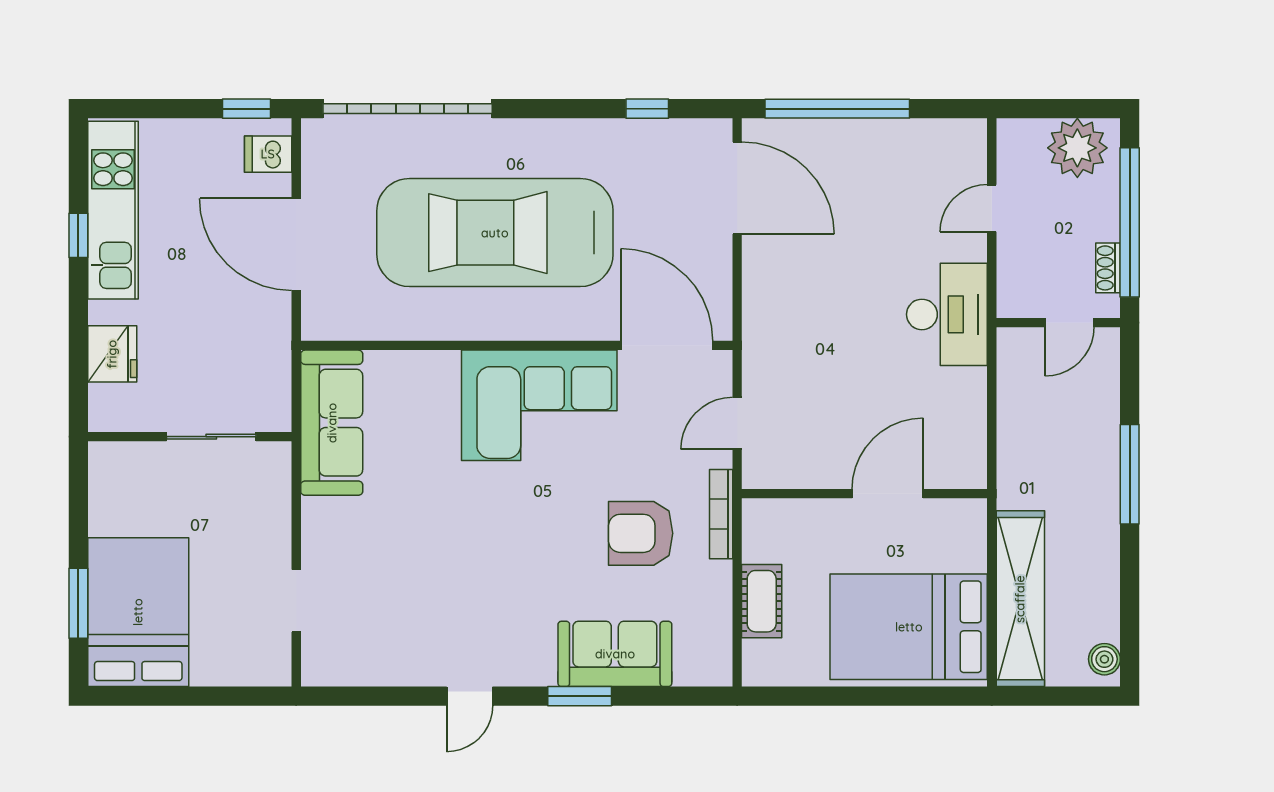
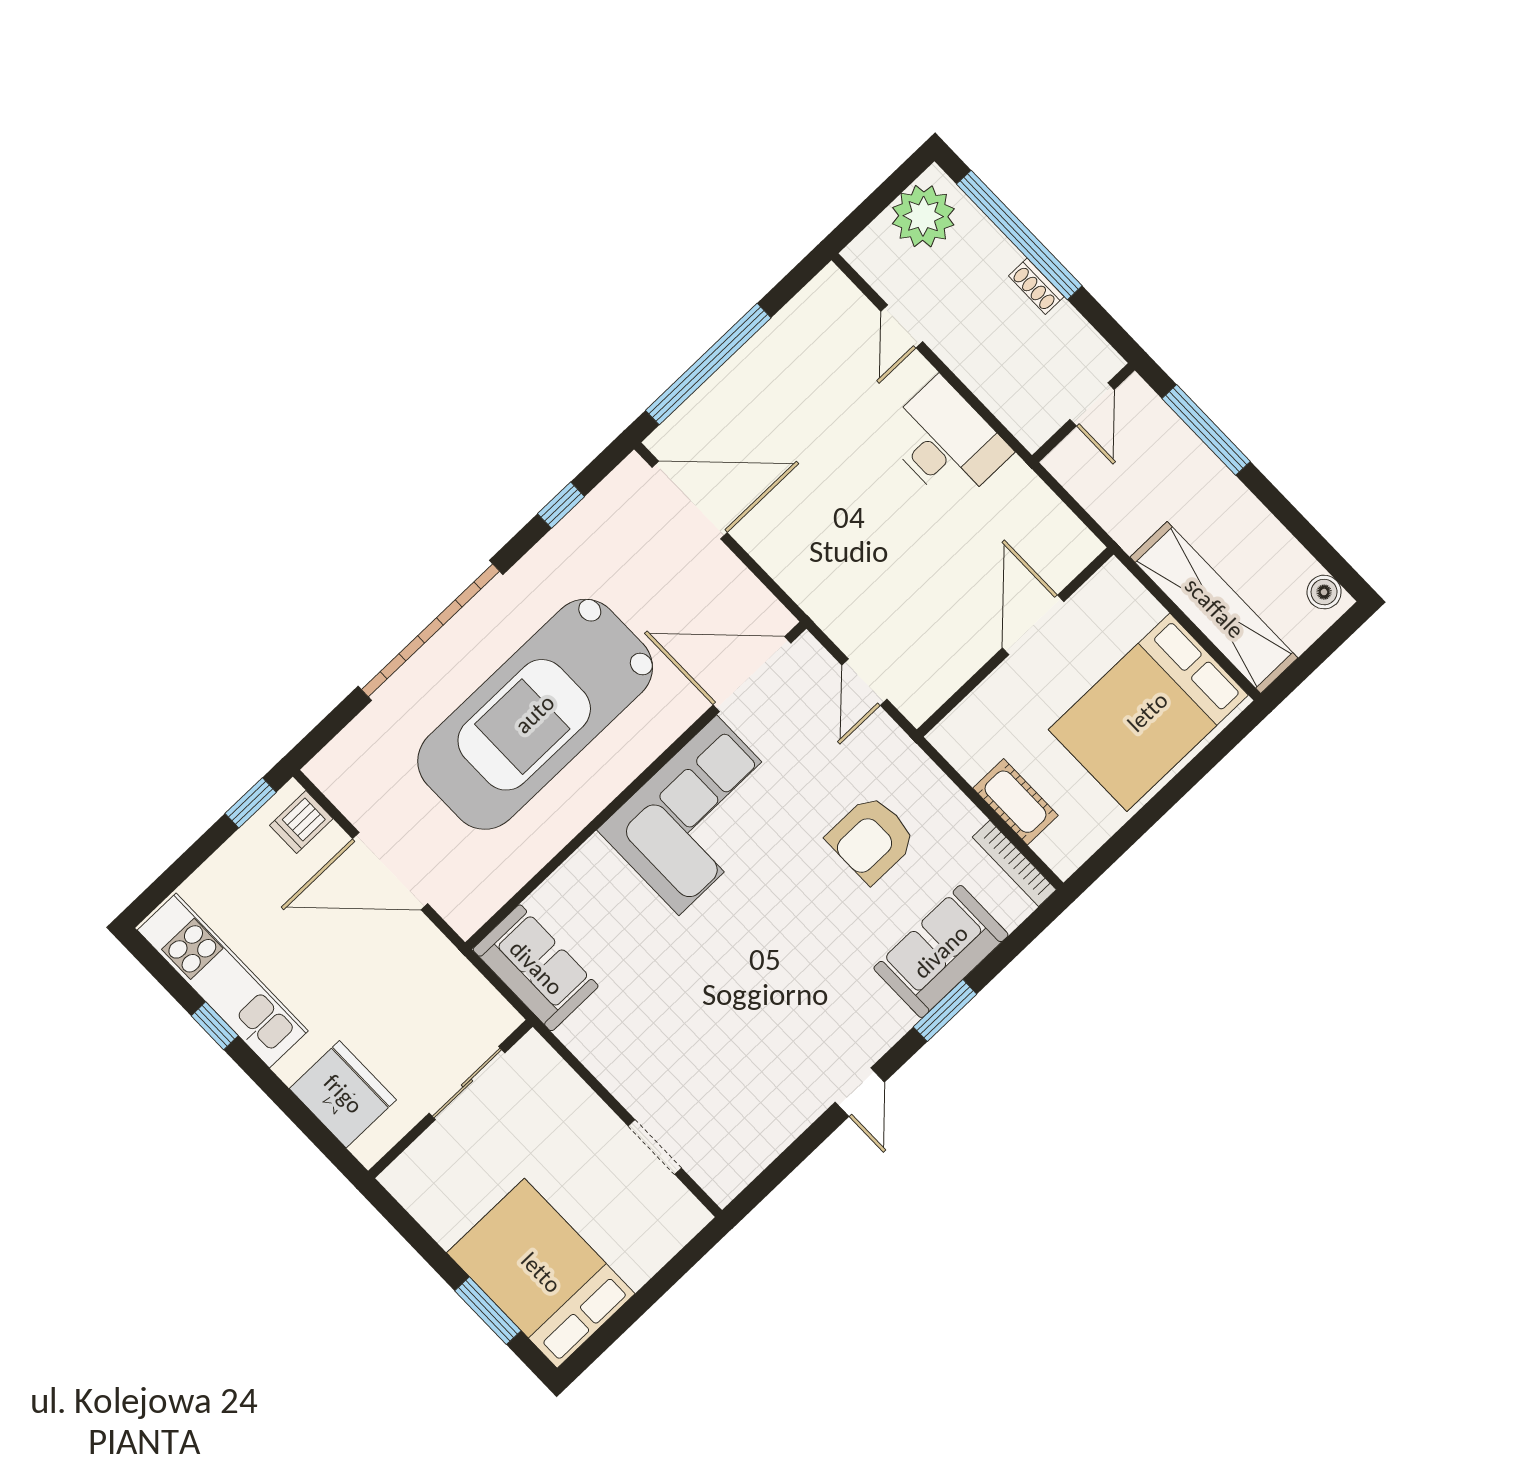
garage door: (408, 109) -> (430, 630), moved
wall: (1058, 323) -> (1083, 413), moved
door: (1069, 323) -> (1092, 404), moved
fridge: (112, 354) -> (343, 1094), width x1.36, depth x1.34
sofa: (332, 423) -> (536, 968), width x0.73
bookcase: (721, 514) -> (1014, 863), moved

